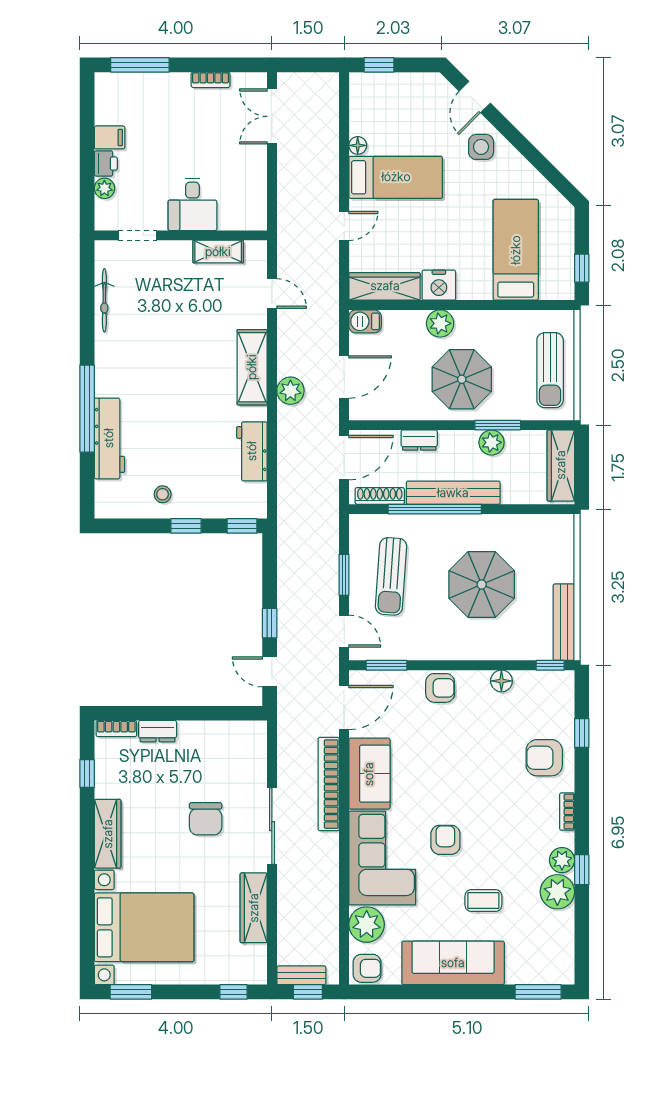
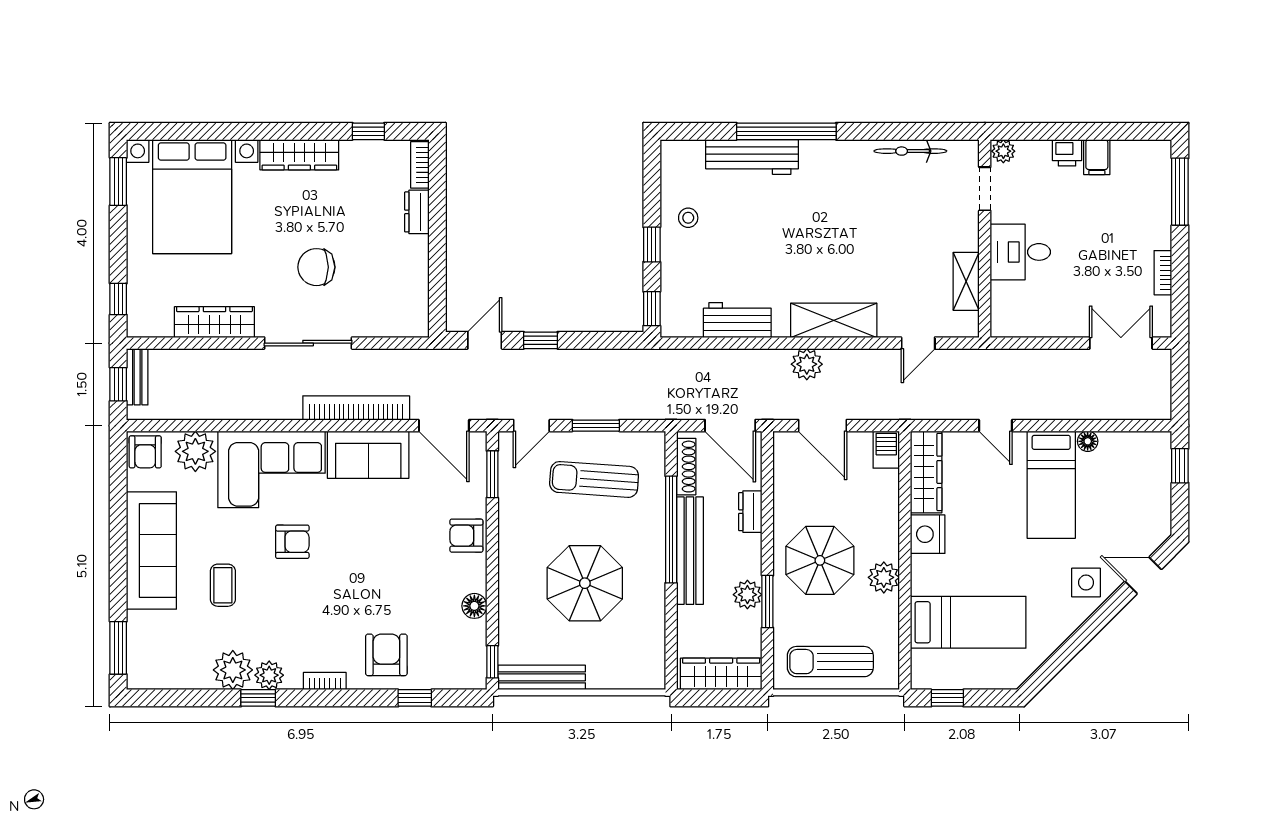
plant: (104, 188) -> (1003, 151), moved
plant: (440, 323) -> (884, 577), moved
armchair: (440, 688) -> (466, 536), turned 90

